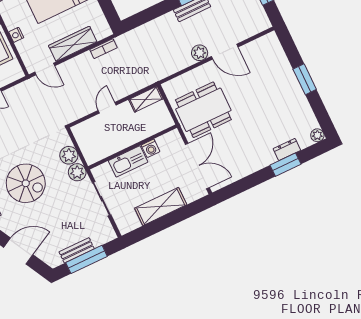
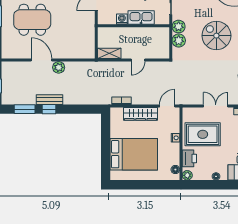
door: (45, 69) -> (167, 106), hinge flipped
dining table: (203, 110) -> (32, 20), moved

